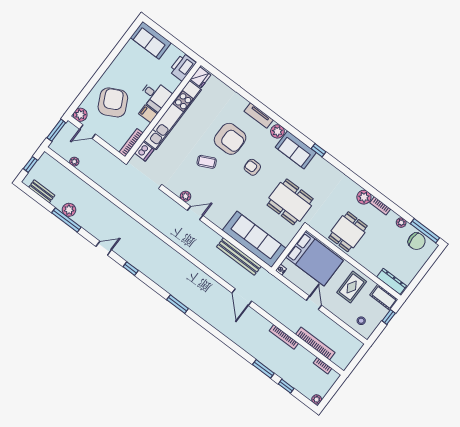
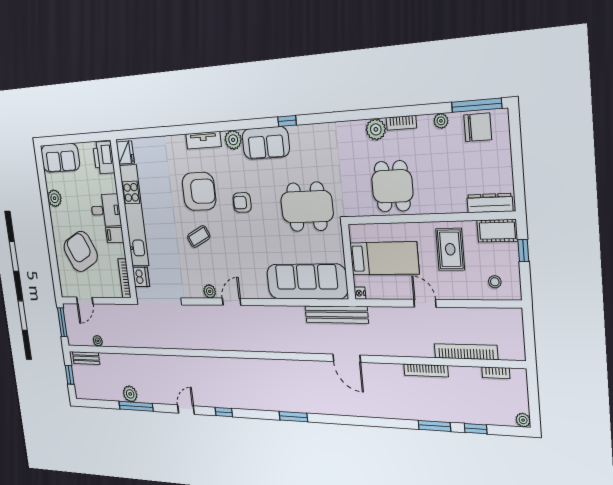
plant: (80, 115) -> (55, 198), moved
bench: (42, 191) -> (86, 358), moved
bench: (239, 257) -> (336, 315), moved
bed: (314, 259) -> (384, 258), width x0.67

